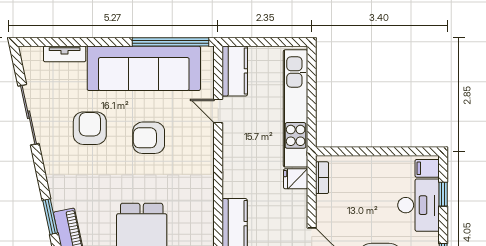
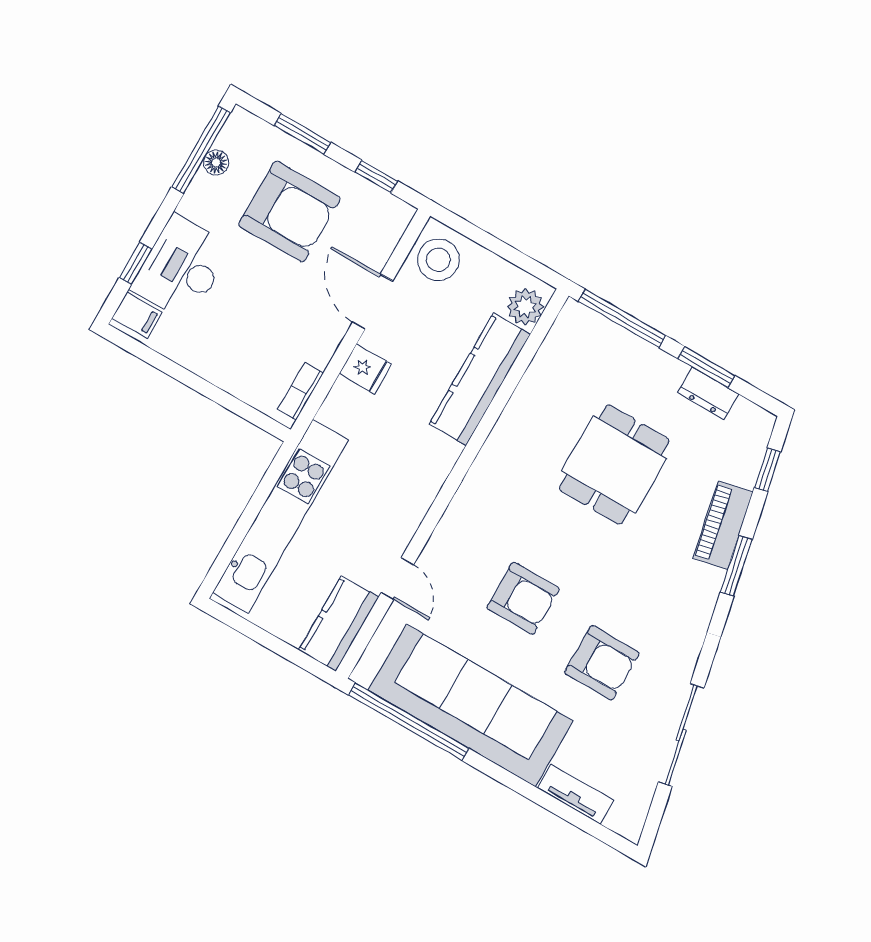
armchair: (90, 128) -> (602, 663), turned -90
fridge: (296, 179) -> (365, 369), moved

